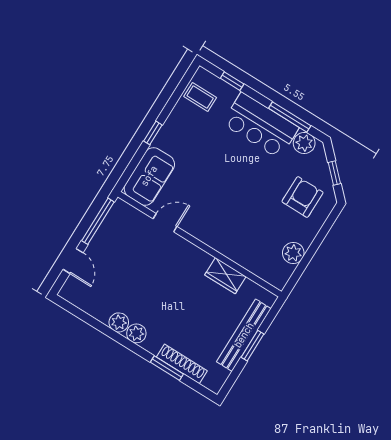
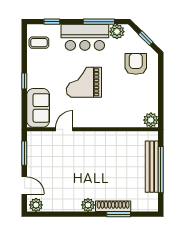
grand piano: (225, 180) -> (84, 82), added
window: (98, 221) -> (24, 153), width x0.69
plant: (293, 253) -> (151, 120), moved
wardrobe: (225, 276) -> (119, 138), removed
plant: (119, 322) -> (36, 205), moved
window: (253, 346) -> (161, 170), width x2.11
shoe rack: (182, 364) -> (113, 206), moved

